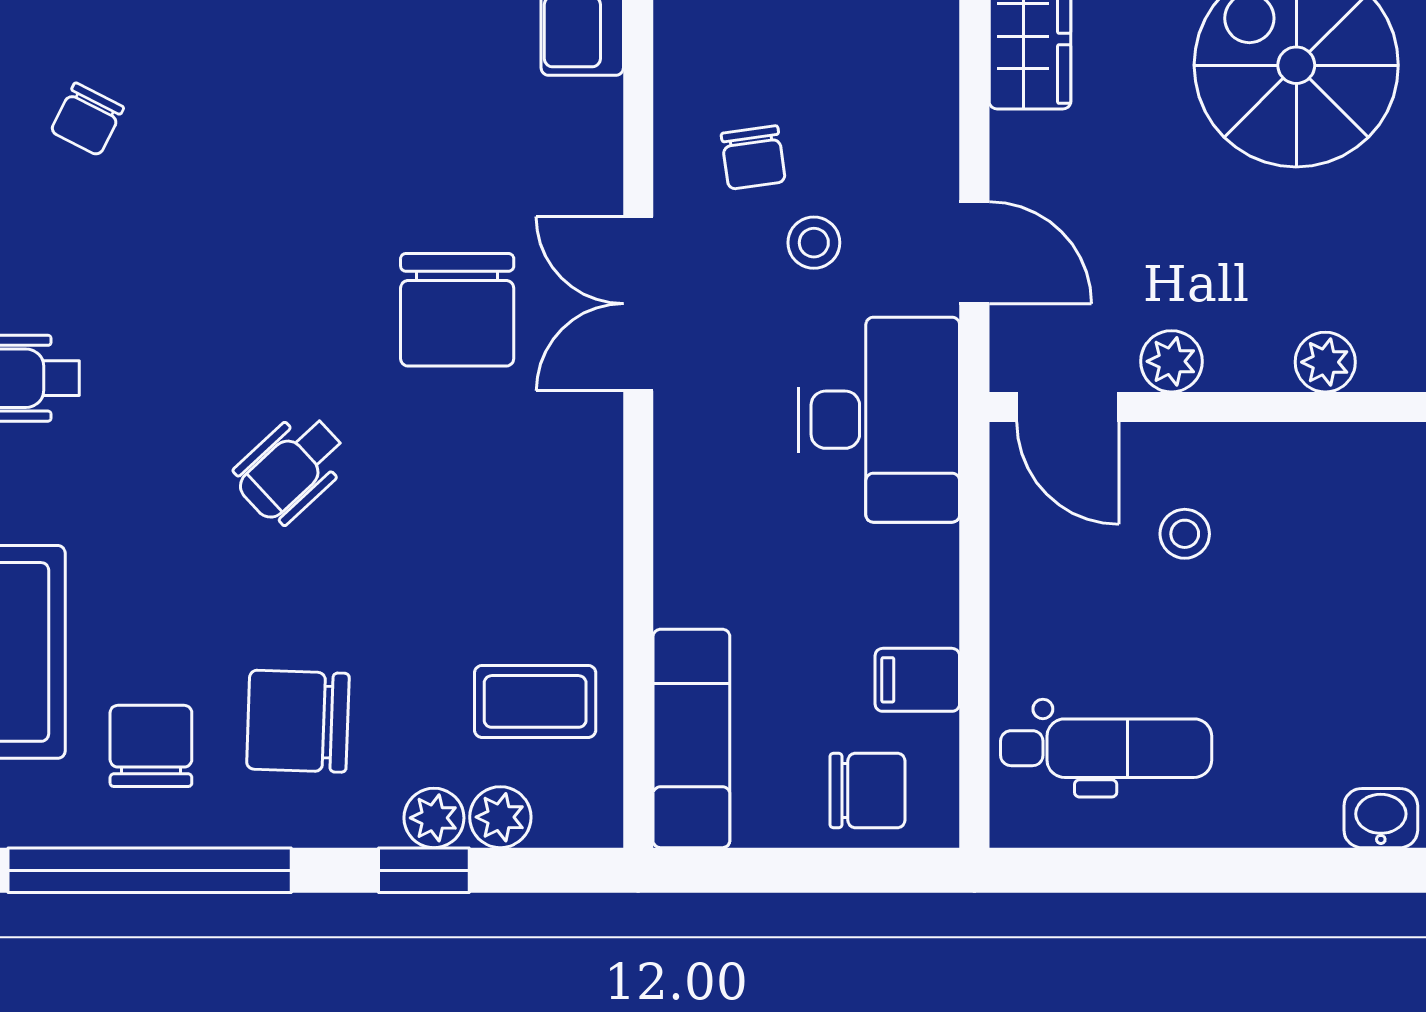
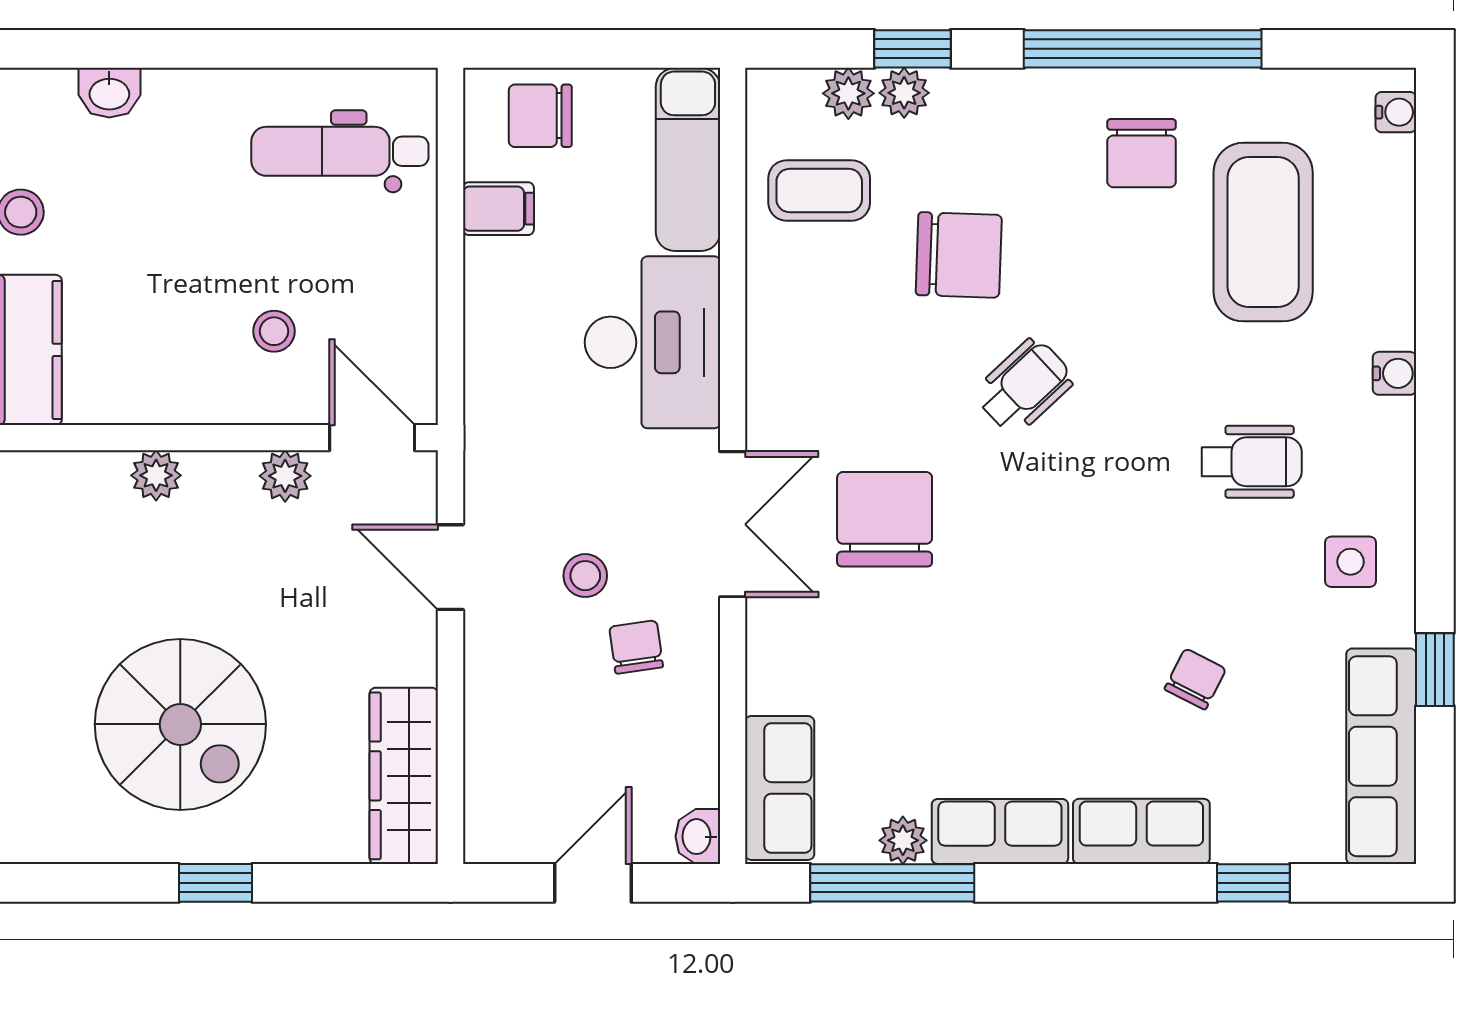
desk: (879, 420) -> (652, 342), moved, turned 180
chair: (298, 721) -> (959, 255), moved

